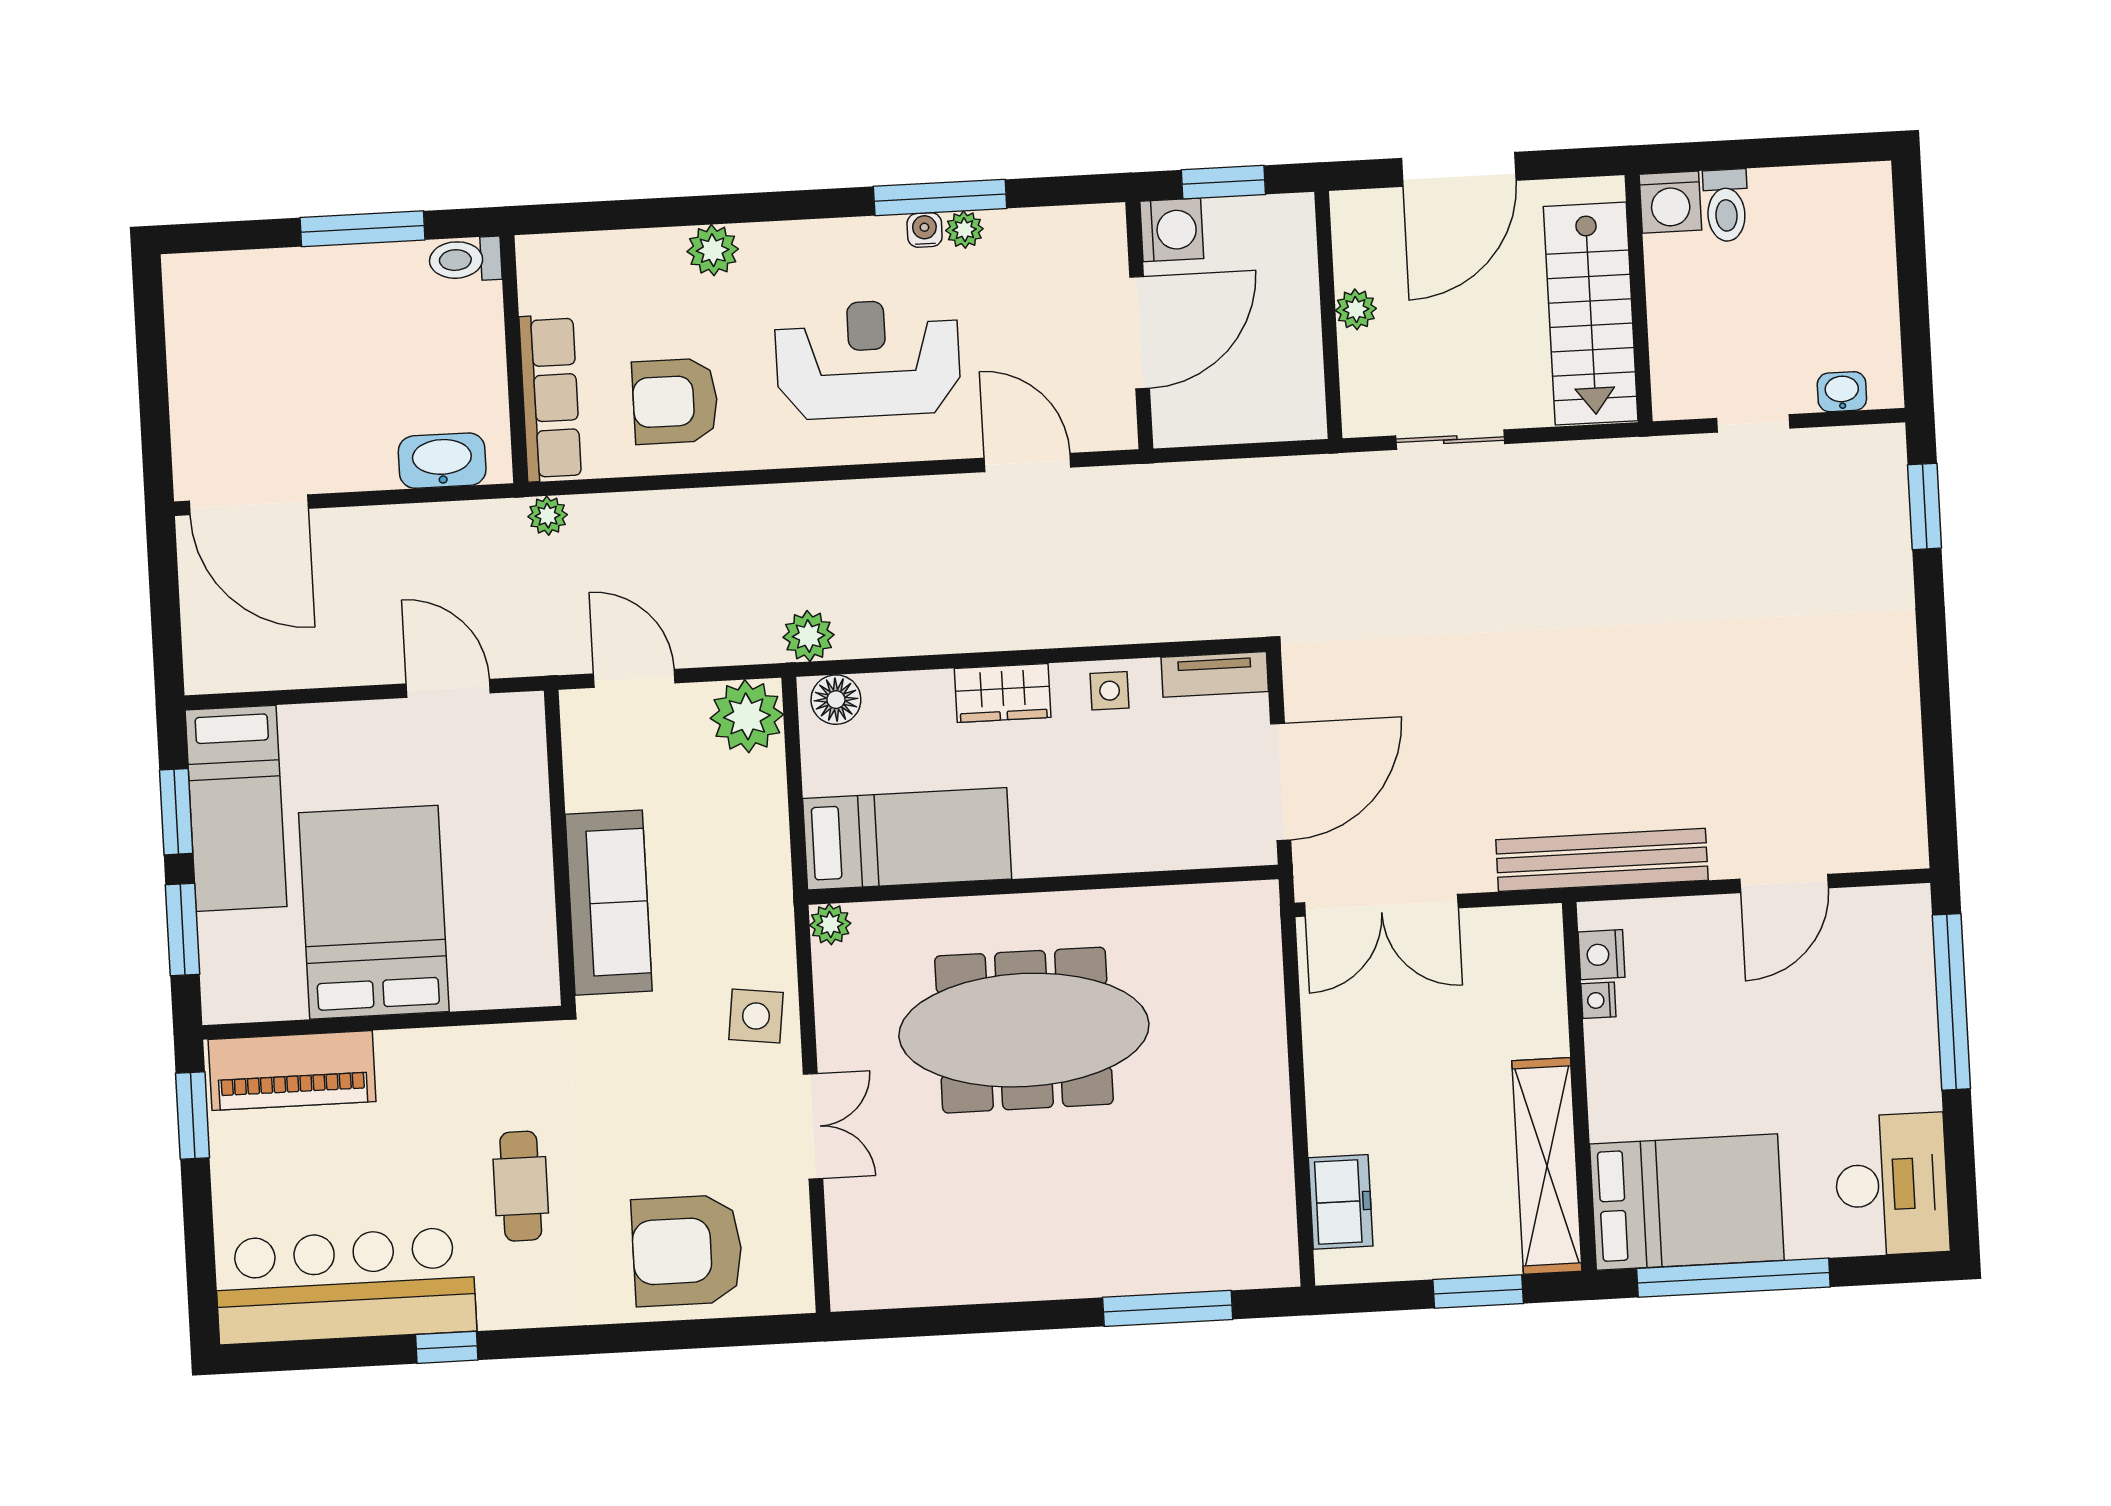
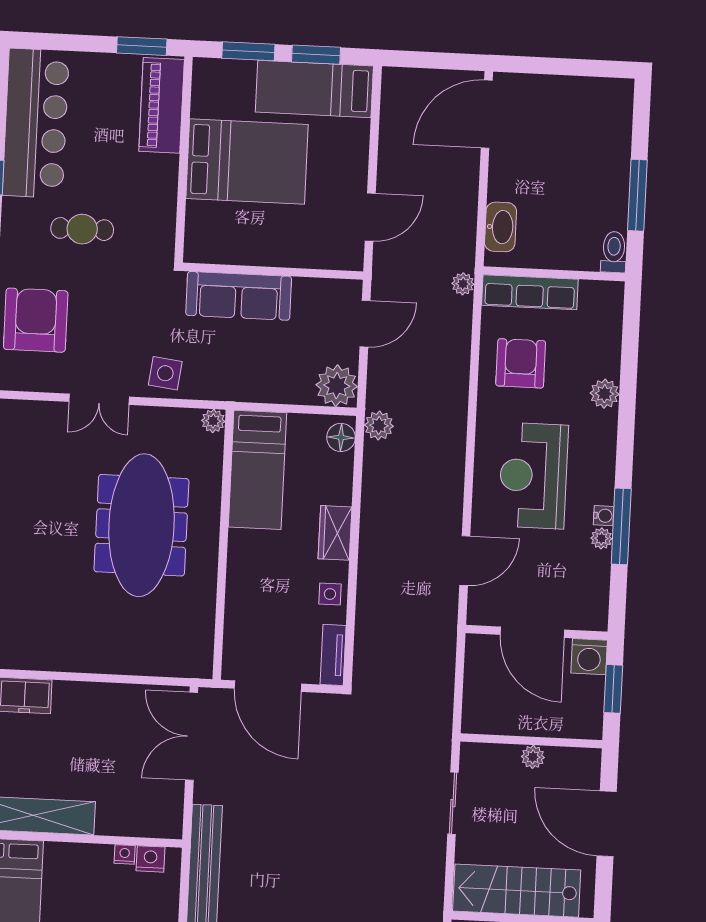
reception desk: (868, 359) -> (533, 476), turned 180

